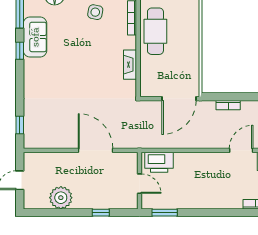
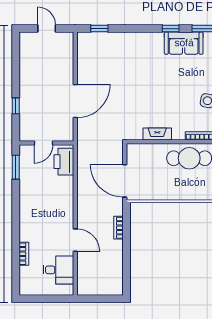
plant: (61, 198) -> (30, 68), removed

